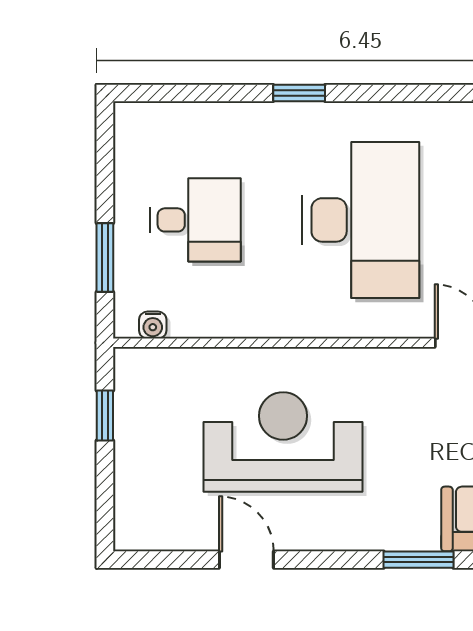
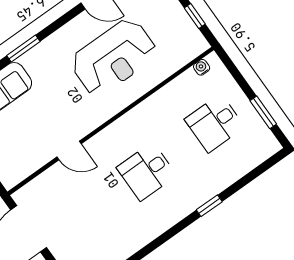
desk: (361, 220) -> (147, 172), width x0.53, depth x0.77
window: (105, 258) -> (263, 112), moved

